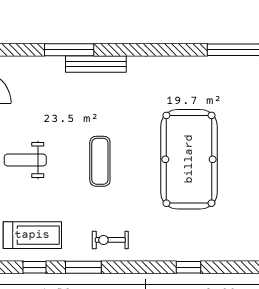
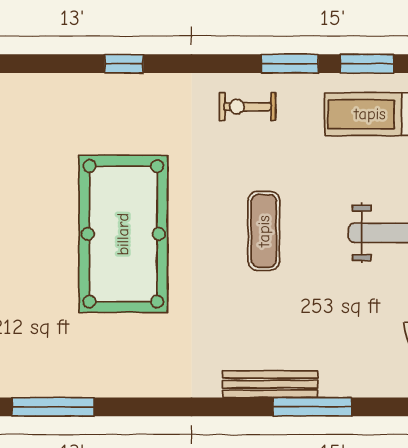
exercise bike: (110, 240) -> (248, 107), turned 180
window: (35, 267) -> (367, 64), width x1.50

